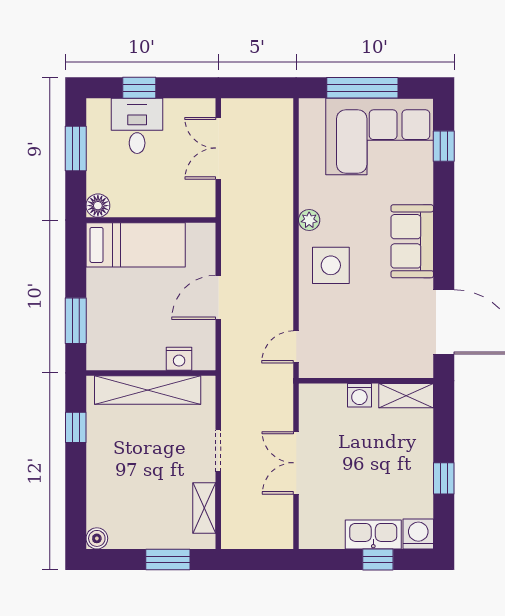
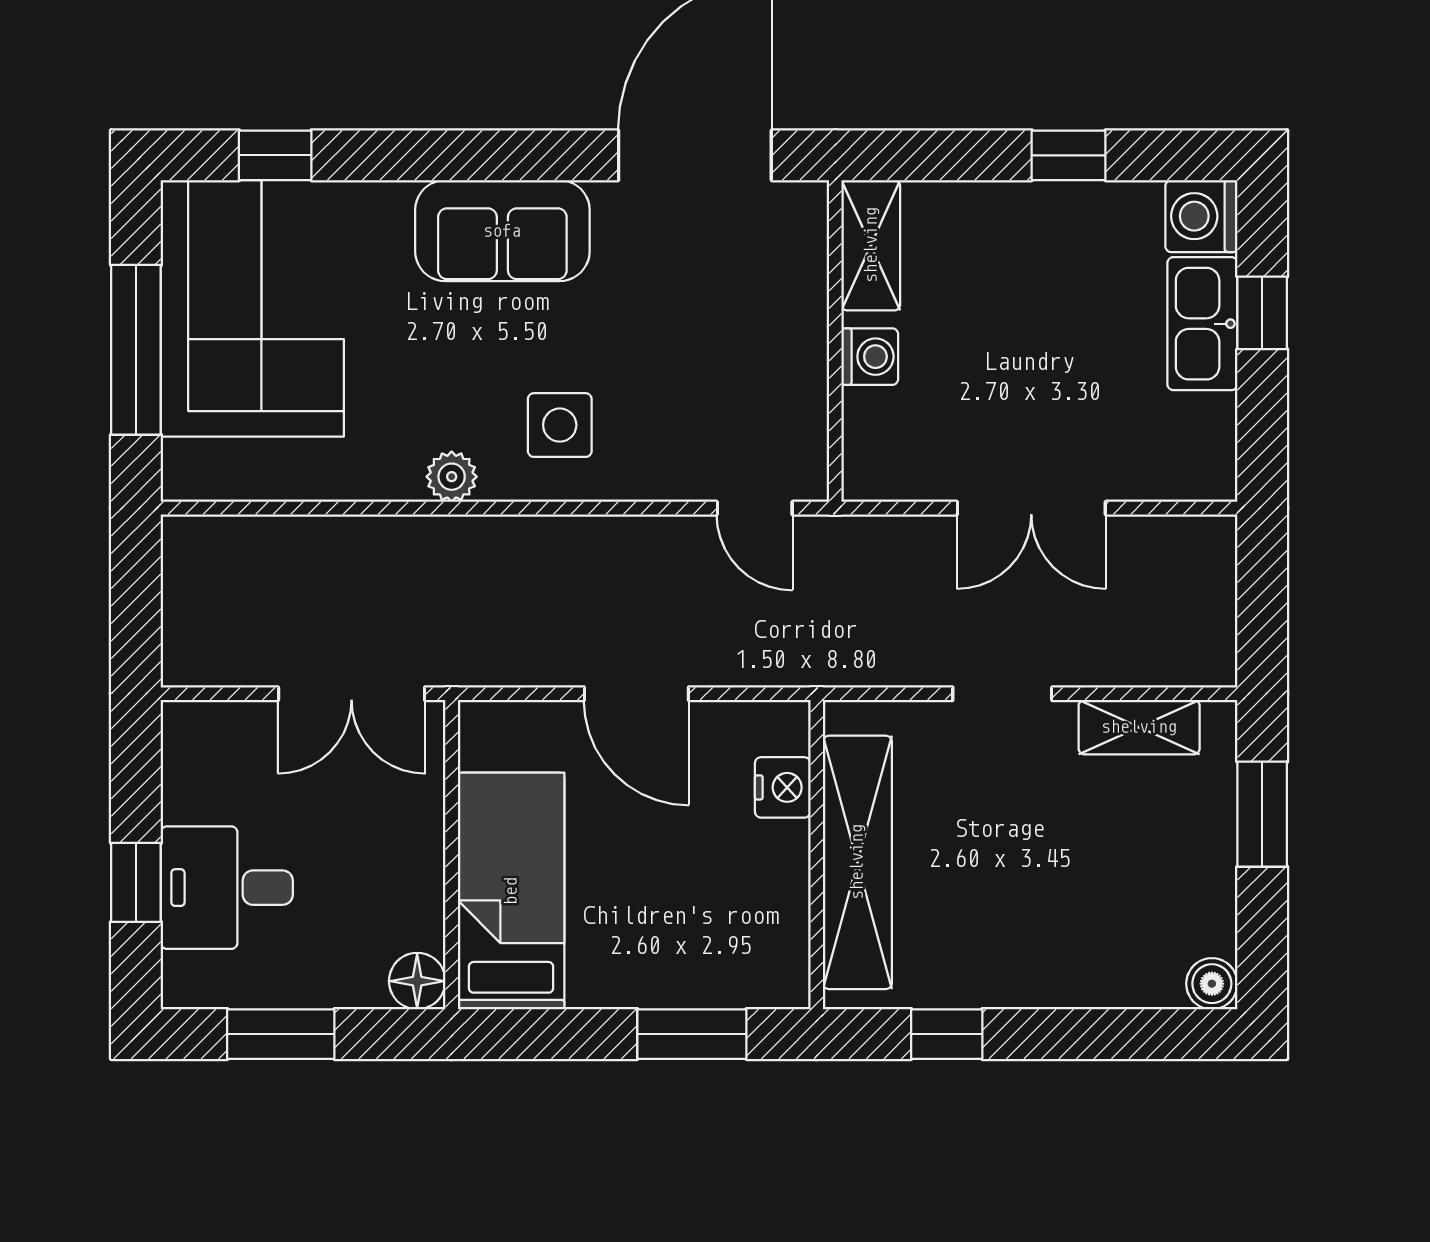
double door: (218, 148) -> (352, 694), moved
side table: (331, 265) -> (560, 425), width x0.73, depth x0.73

